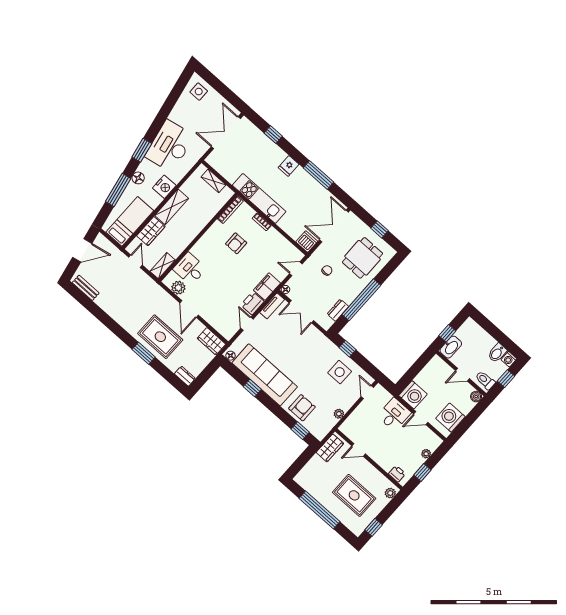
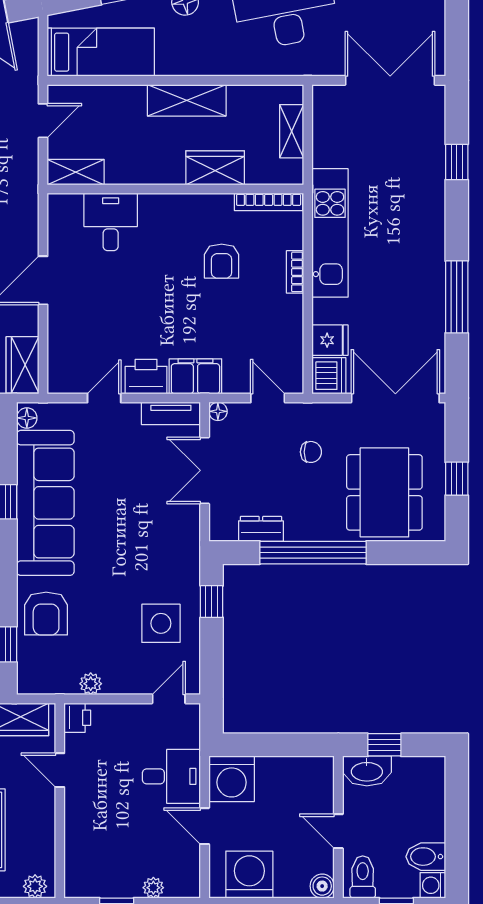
fridge: (289, 166) -> (330, 340), moved, turned 180
nightstand: (164, 187) -> (209, 58), removed
wardrobe: (151, 231) -> (215, 168), moved, turned 180
armchair: (236, 243) -> (222, 261), turned -90
dining table: (363, 258) -> (384, 492), width x1.38
plant: (178, 288) -> (63, 231), removed
armchair: (302, 408) -> (46, 613), turned 90
printer: (397, 474) -> (77, 718), moved

